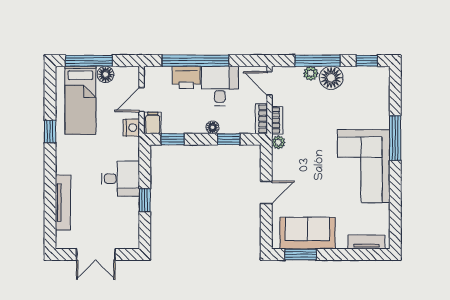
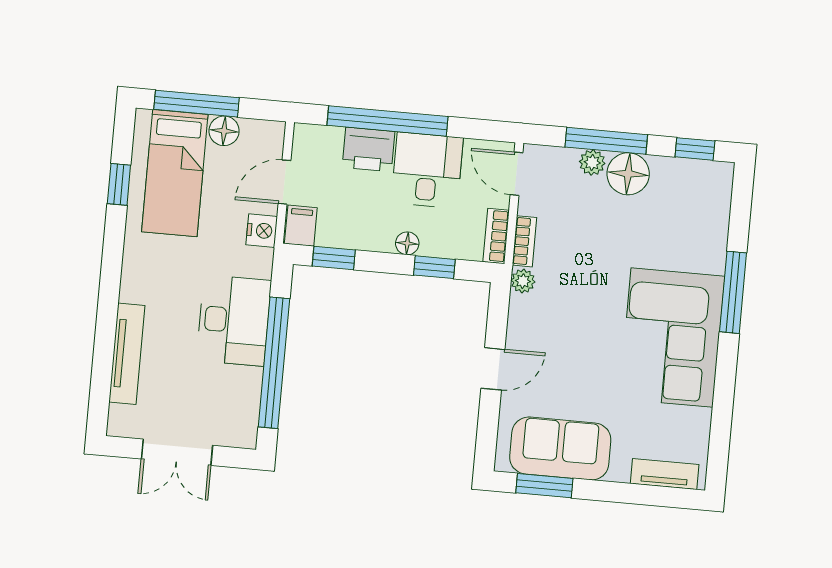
window: (50, 132) -> (119, 184), moved
desk: (120, 179) -> (234, 320), width x1.37
window: (145, 200) -> (274, 363), width x3.17

